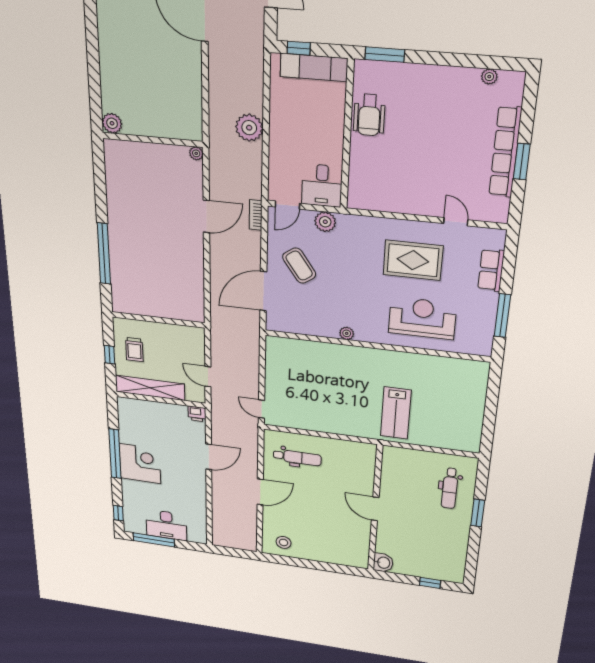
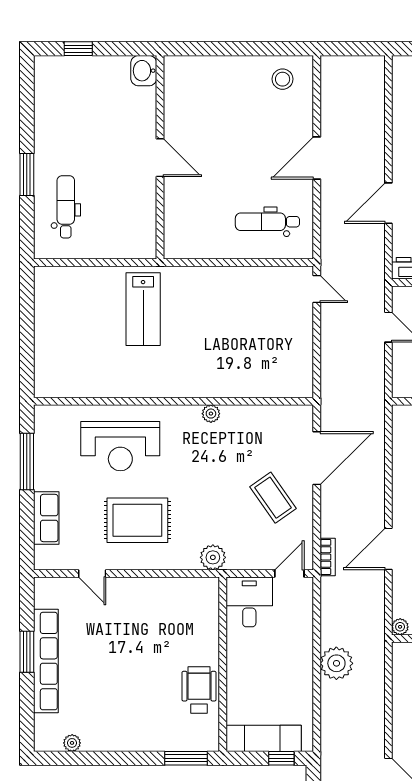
plant: (325, 222) -> (213, 557), moved
lab bench: (396, 413) -> (143, 309), turned 180

